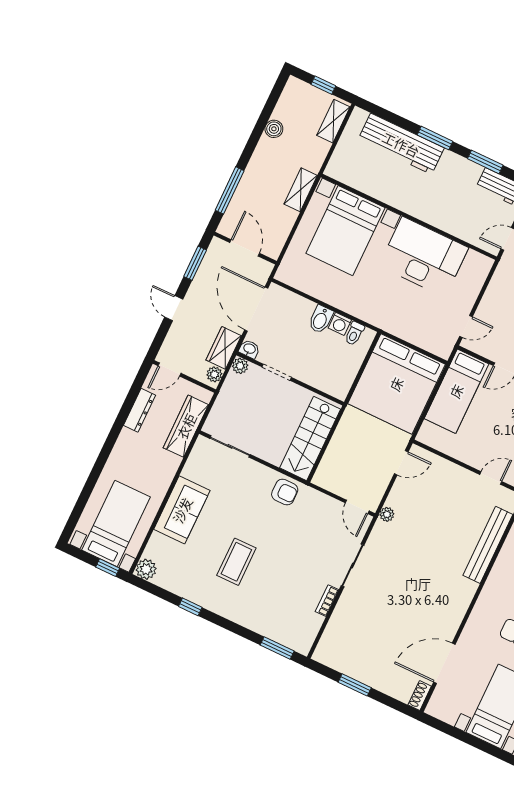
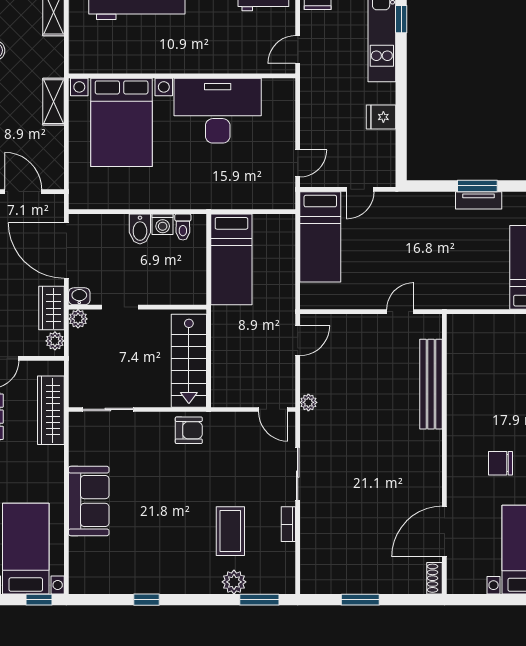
bed: (396, 384) -> (231, 259), width x0.49
coffee table: (236, 562) -> (230, 531), moved
plant: (146, 569) -> (234, 582), moved

